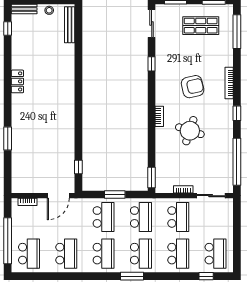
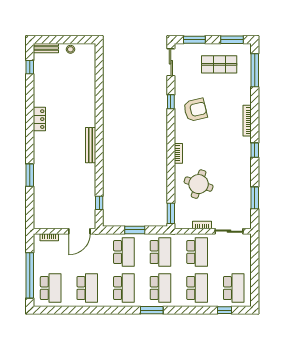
bench: (70, 25) -> (91, 145), moved
armchair: (193, 87) -> (195, 110), moved
round table: (190, 131) -> (199, 184), moved
window: (237, 162) -> (255, 198), width x0.47

